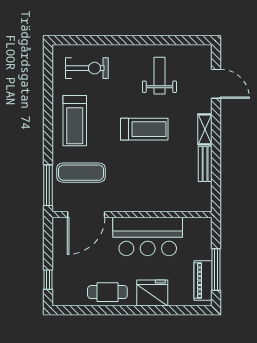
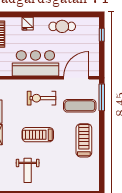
exercise bike: (87, 68) -> (41, 98), moved
fridge: (152, 293) -> (28, 24), width x0.53, depth x0.75

